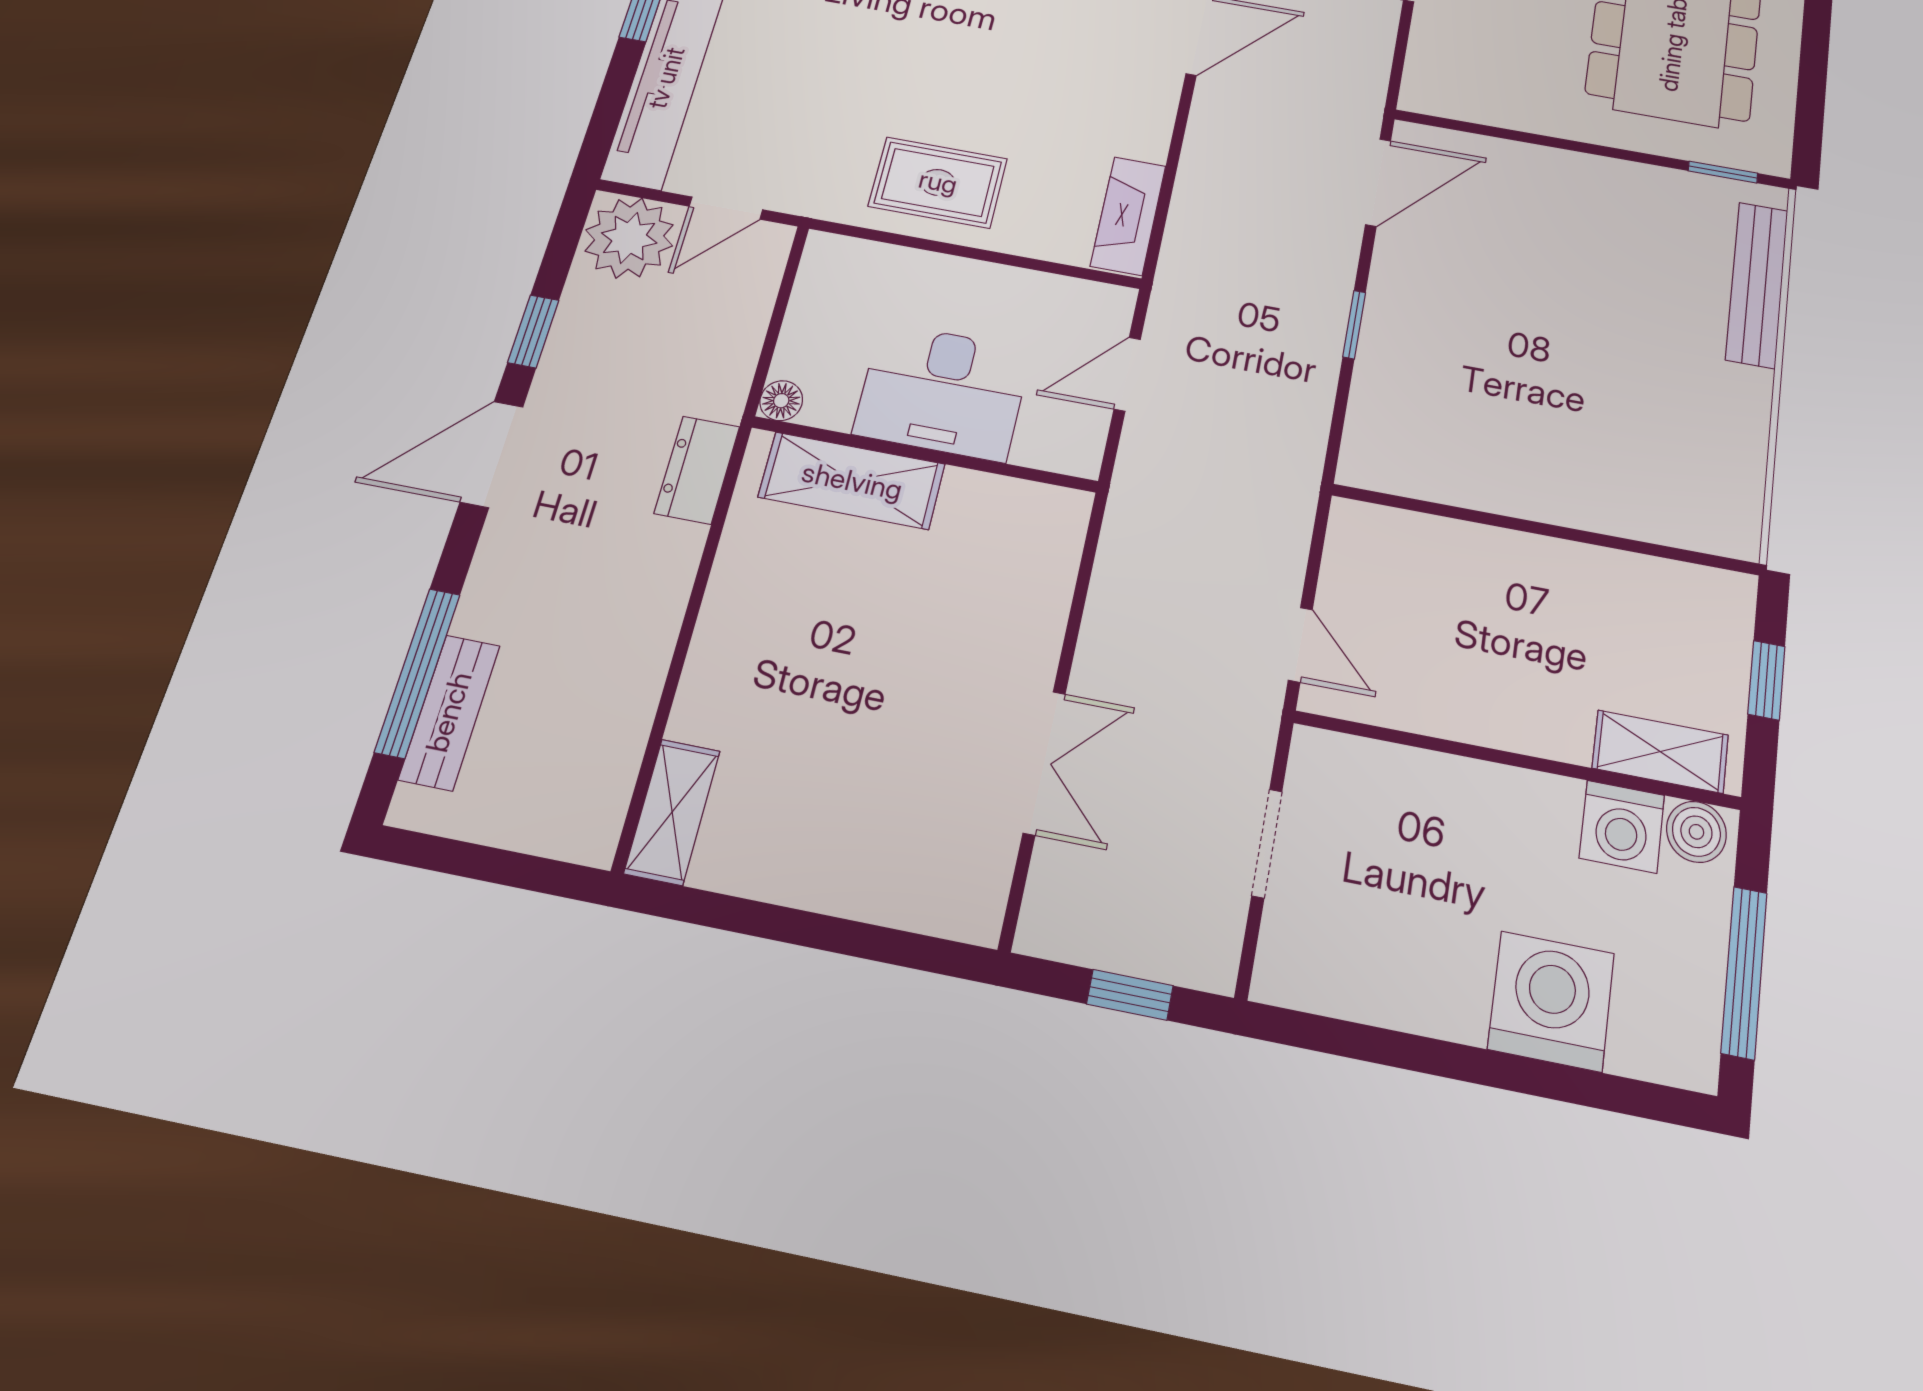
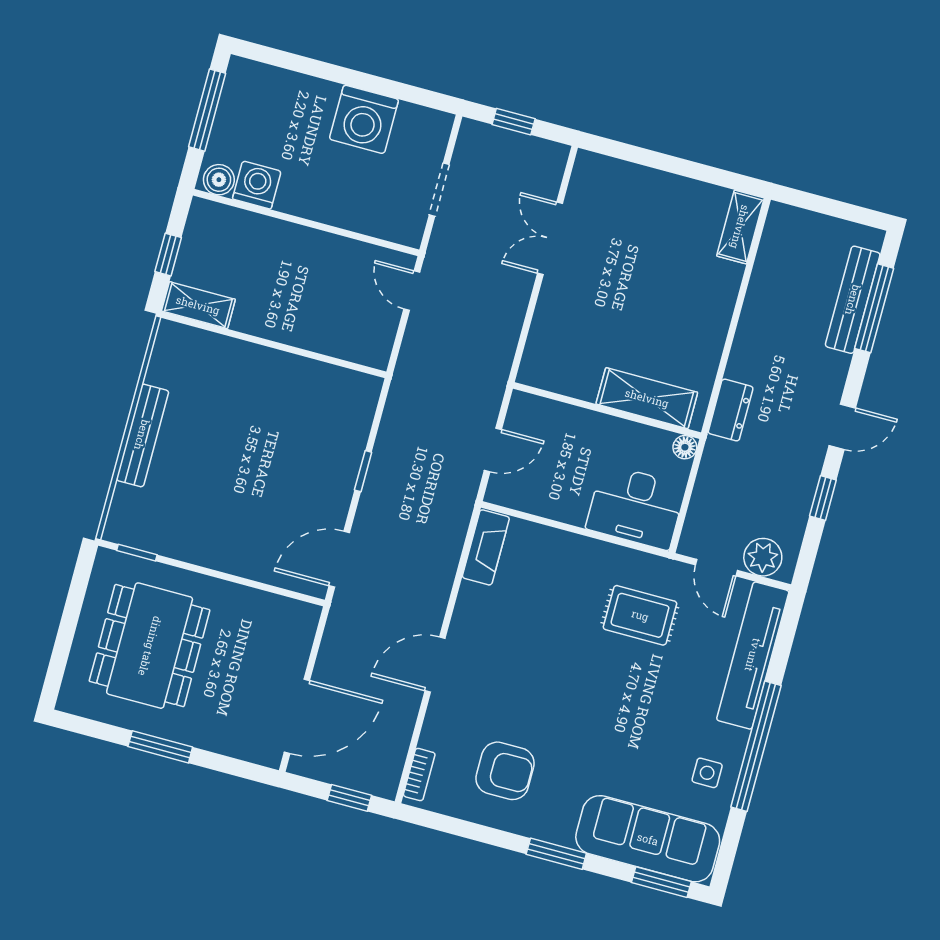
rug: (938, 182) -> (640, 615), moved
door: (726, 208) -> (716, 568), swing flipped
plant: (629, 238) -> (763, 557), width x0.73, depth x0.73
bench: (1757, 284) -> (142, 435), moved
desk: (943, 392) -> (636, 507), moved, turned 180
door: (492, 454) -> (842, 427), width x0.73
bench: (449, 712) -> (853, 300), width x1.36
shelving: (1660, 752) -> (198, 305), moved
washing machine: (1551, 1001) -> (364, 119), moved

